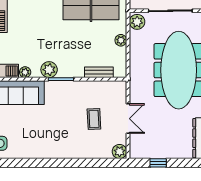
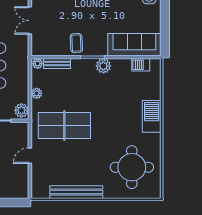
plant: (25, 72) -> (38, 64), moved
coffee table: (94, 119) -> (76, 43), moved

